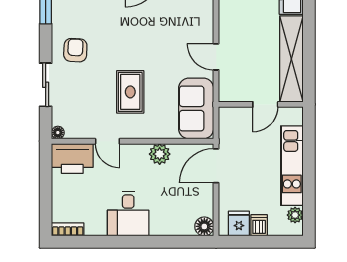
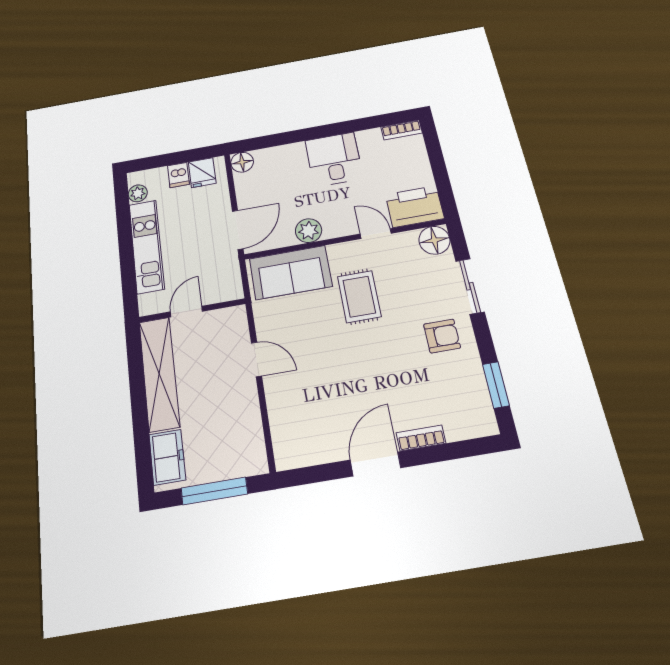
armchair: (75, 50) -> (442, 336), turned -93
sofa: (196, 108) -> (291, 272), moved, turned 90
floor lamp: (58, 133) -> (434, 240), width x1.89, depth x1.89

